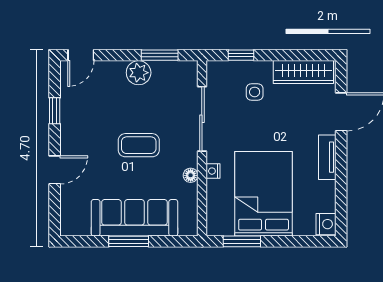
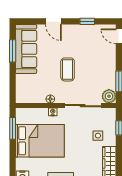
plant: (139, 73) -> (109, 96), moved
sofa: (134, 218) -> (26, 49), moved
window: (129, 241) -> (13, 51), moved

